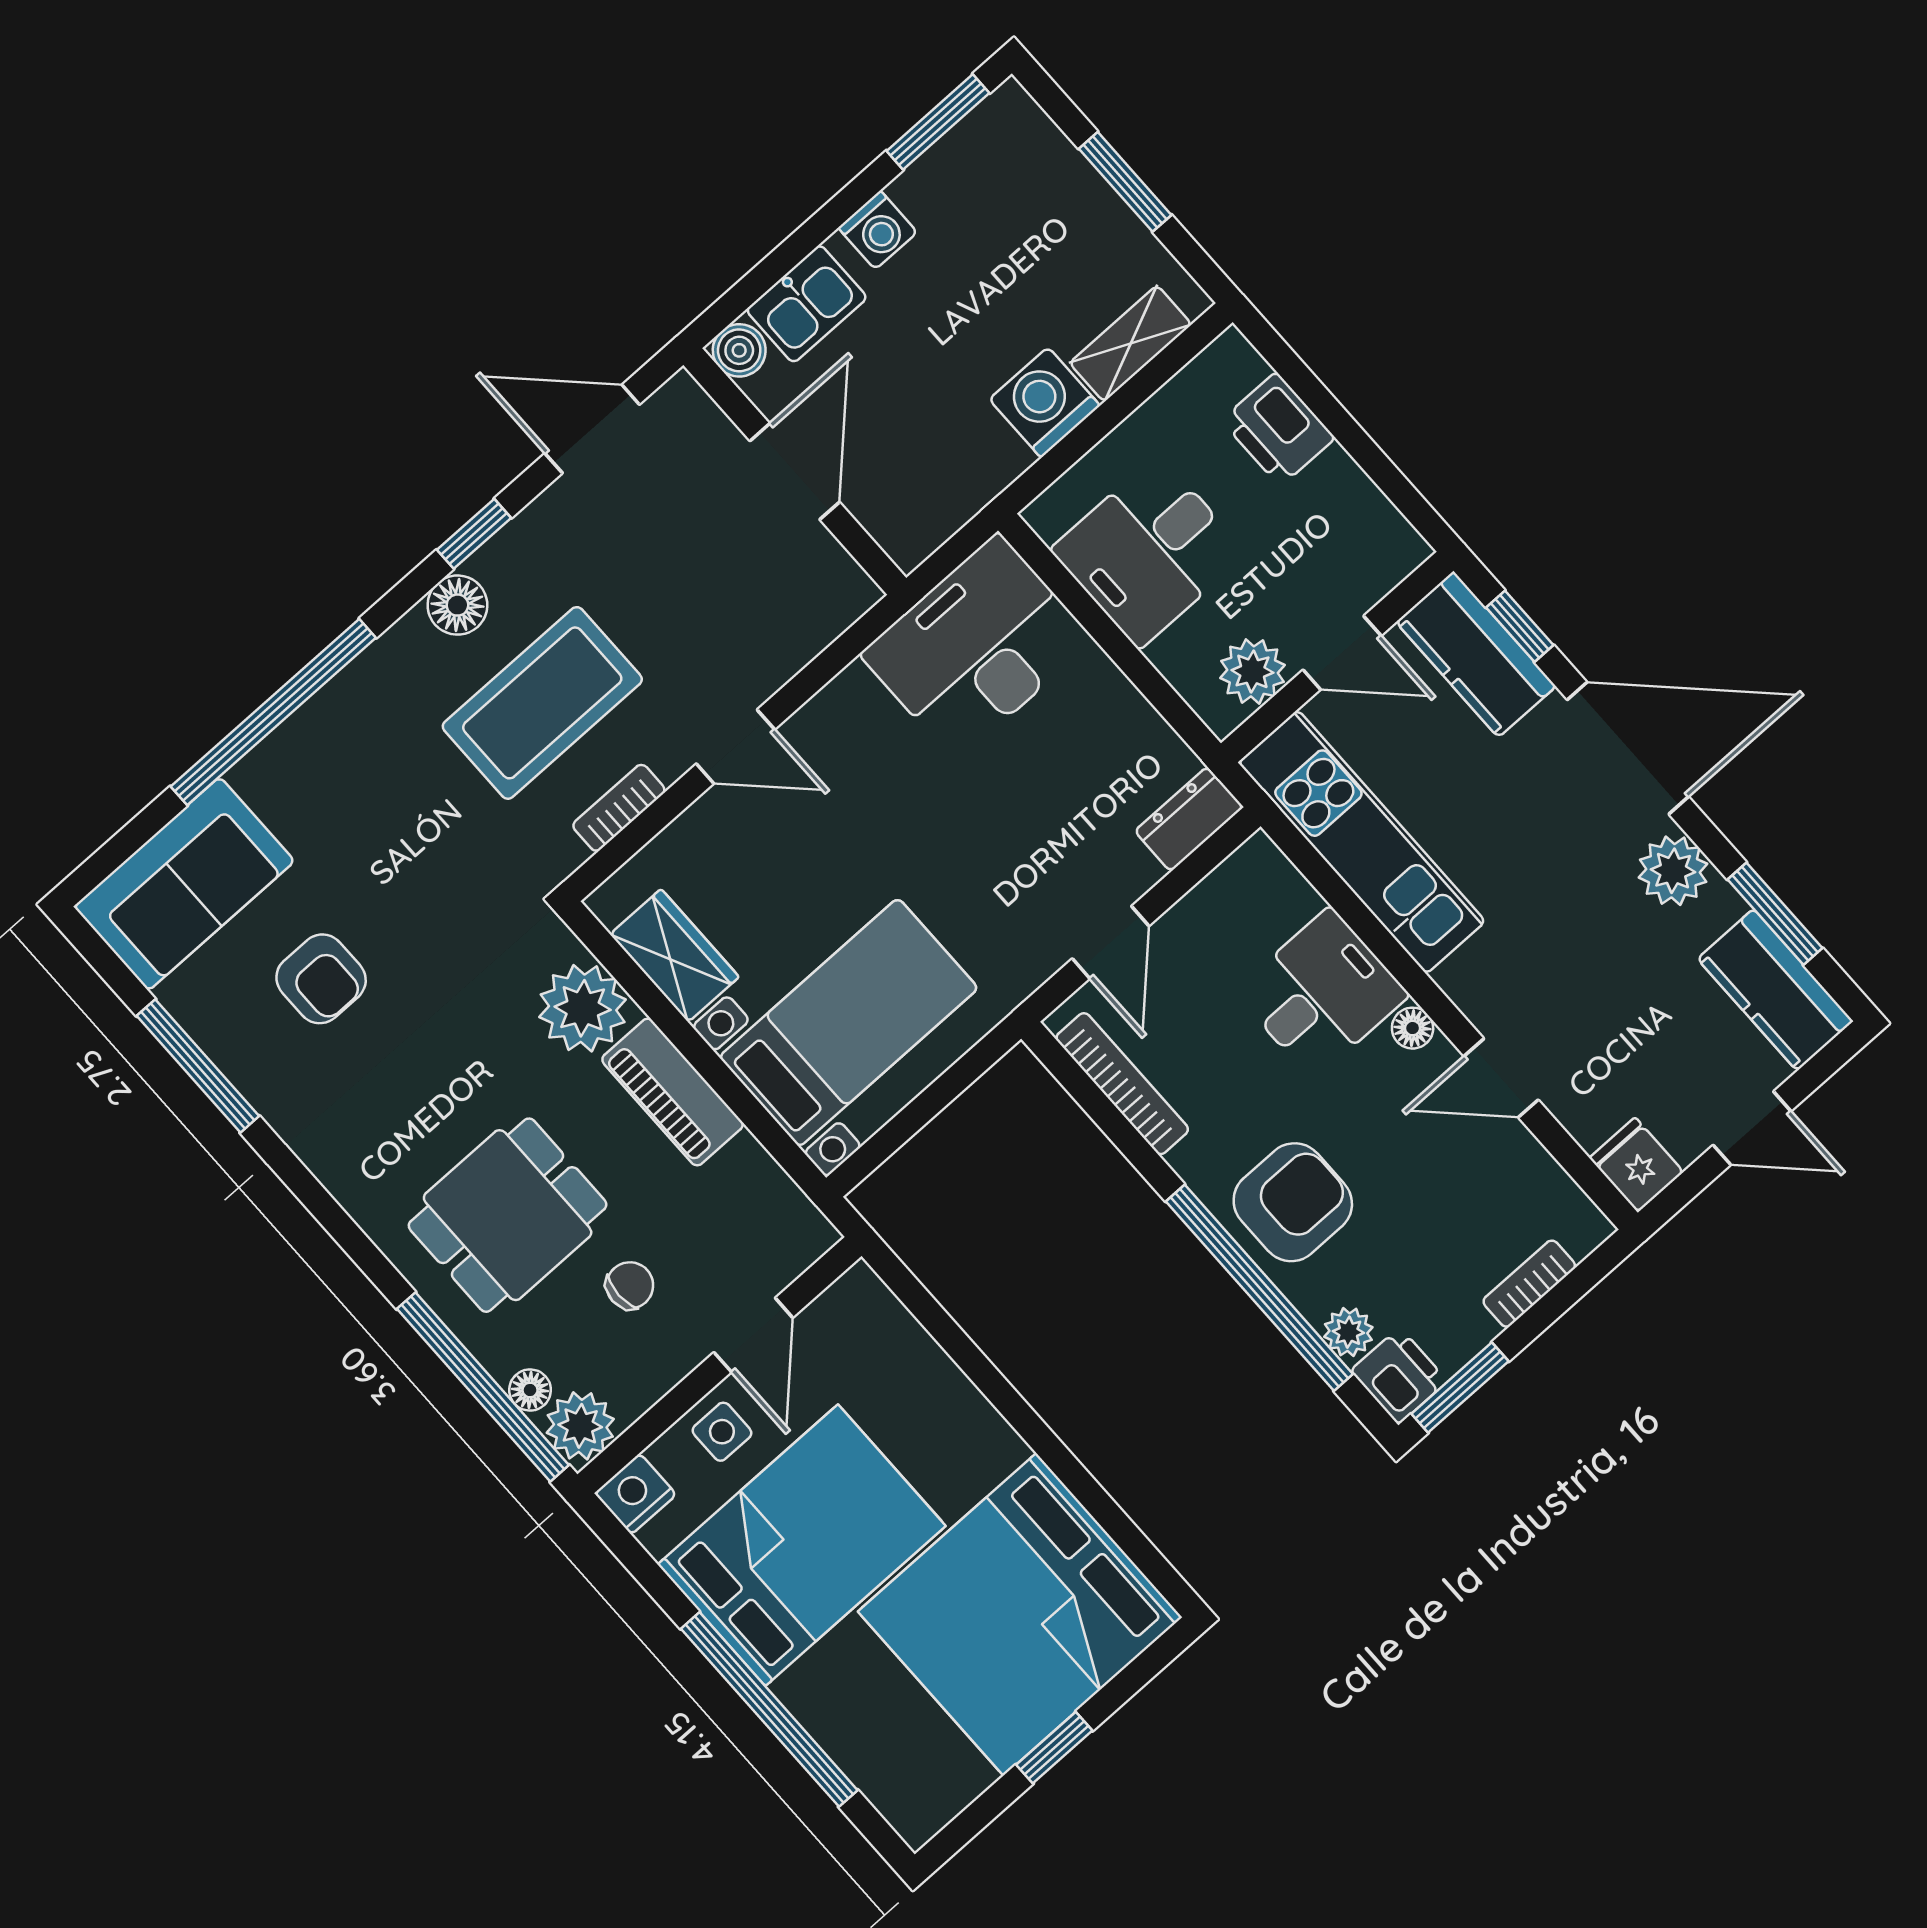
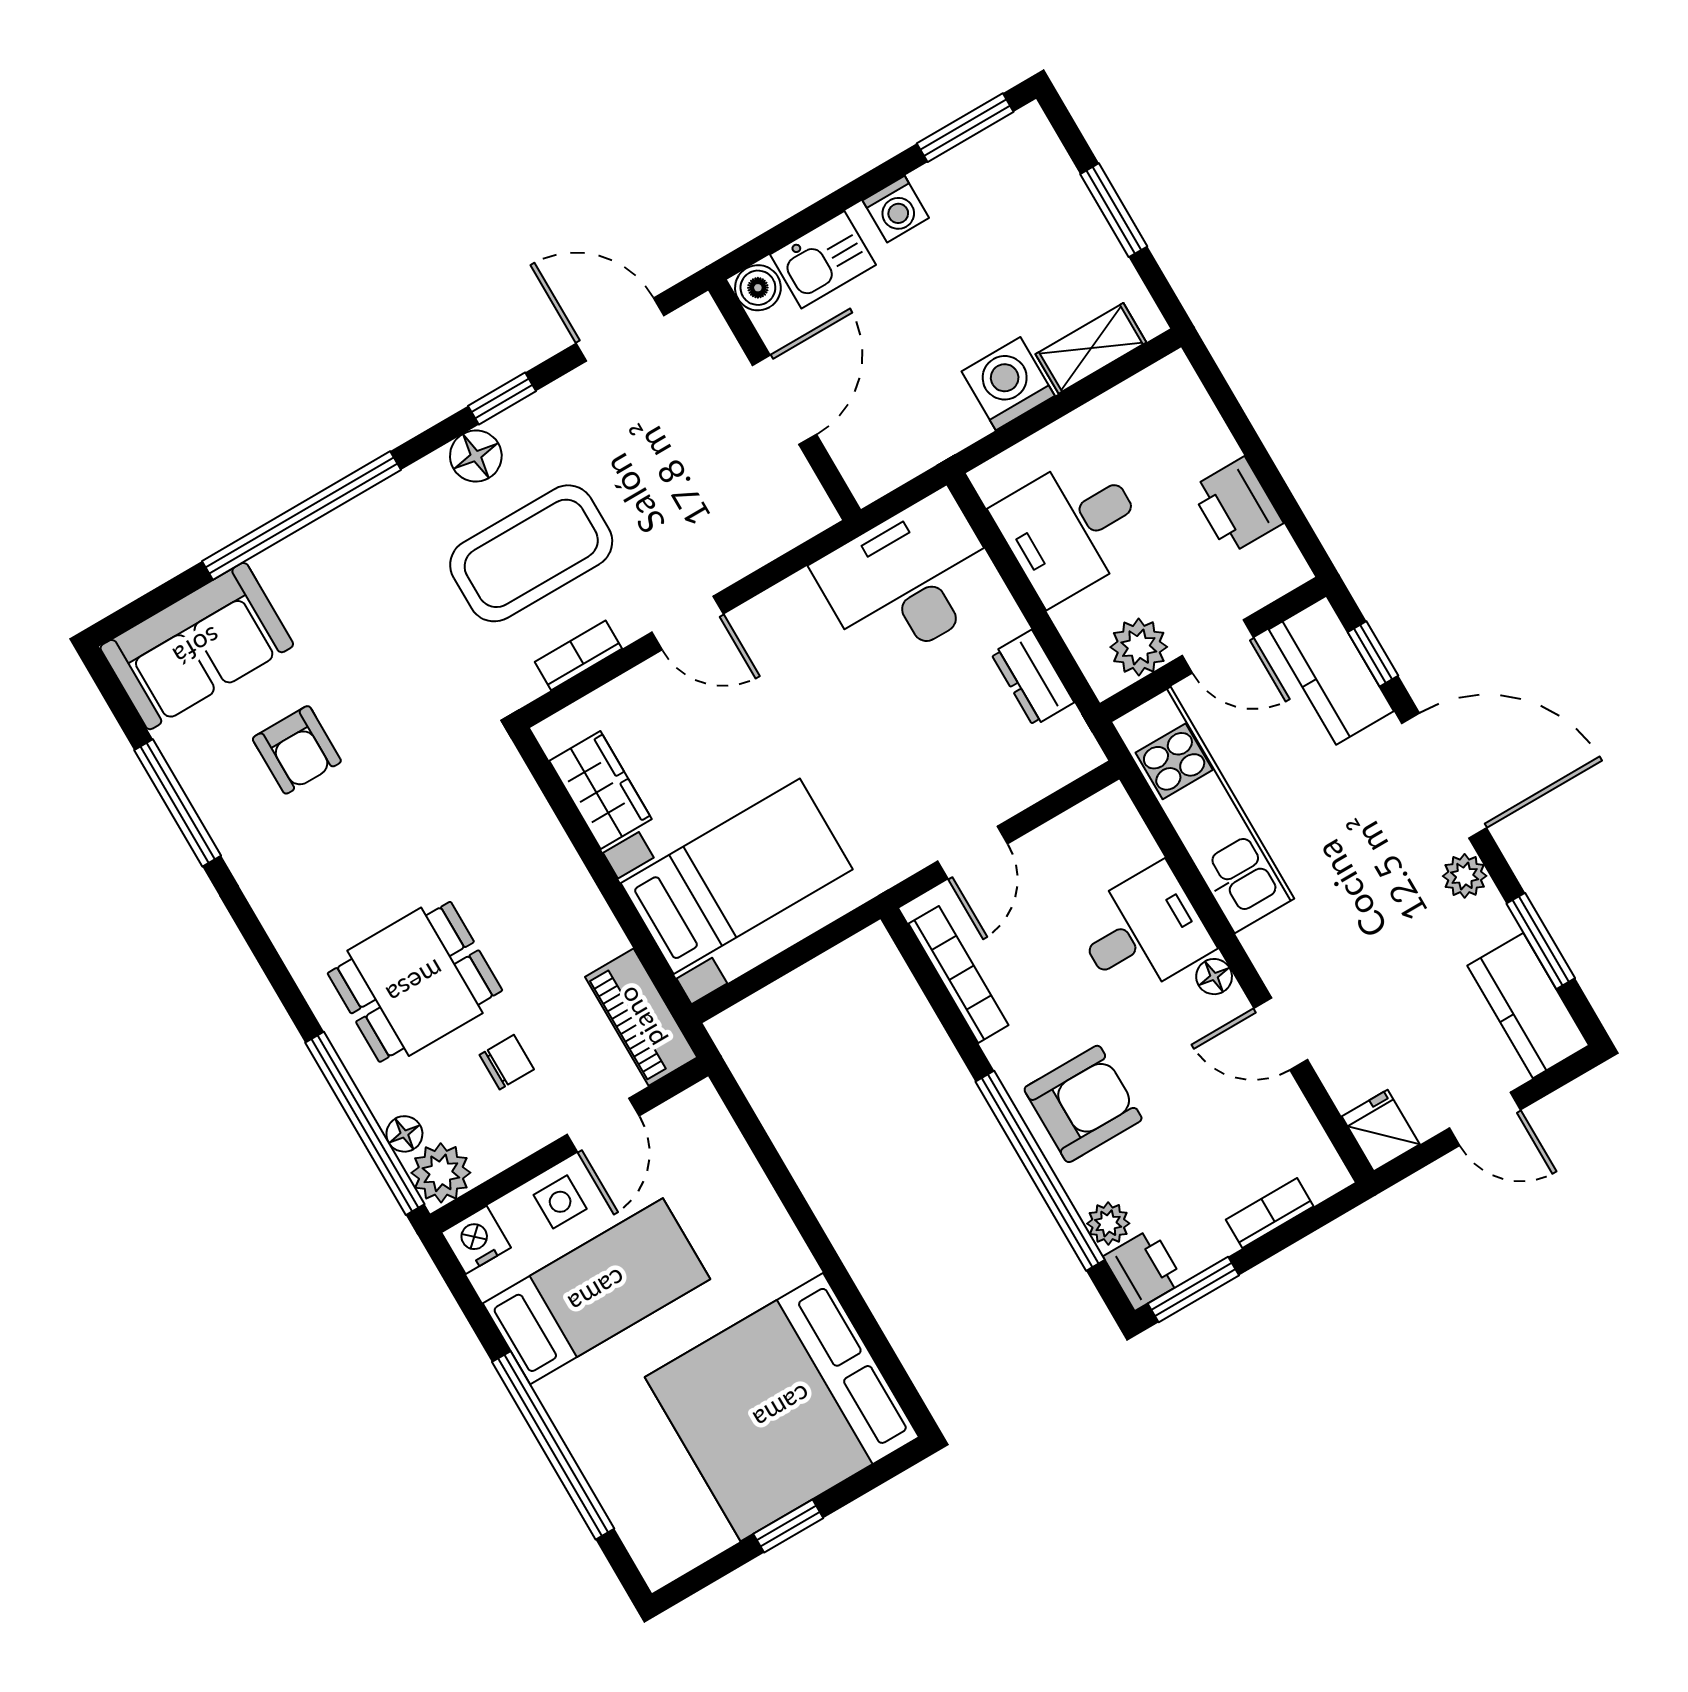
printer: (1278, 429) -> (1237, 506), moved
dresser: (1189, 819) -> (1033, 678), moved, turned -90
plant: (1673, 871) -> (1465, 876), width x0.73, depth x0.73
plant: (583, 1008) -> (514, 819), removed
piano: (673, 1092) -> (641, 1017), moved
bed: (802, 1545) -> (597, 1291), width x0.67

